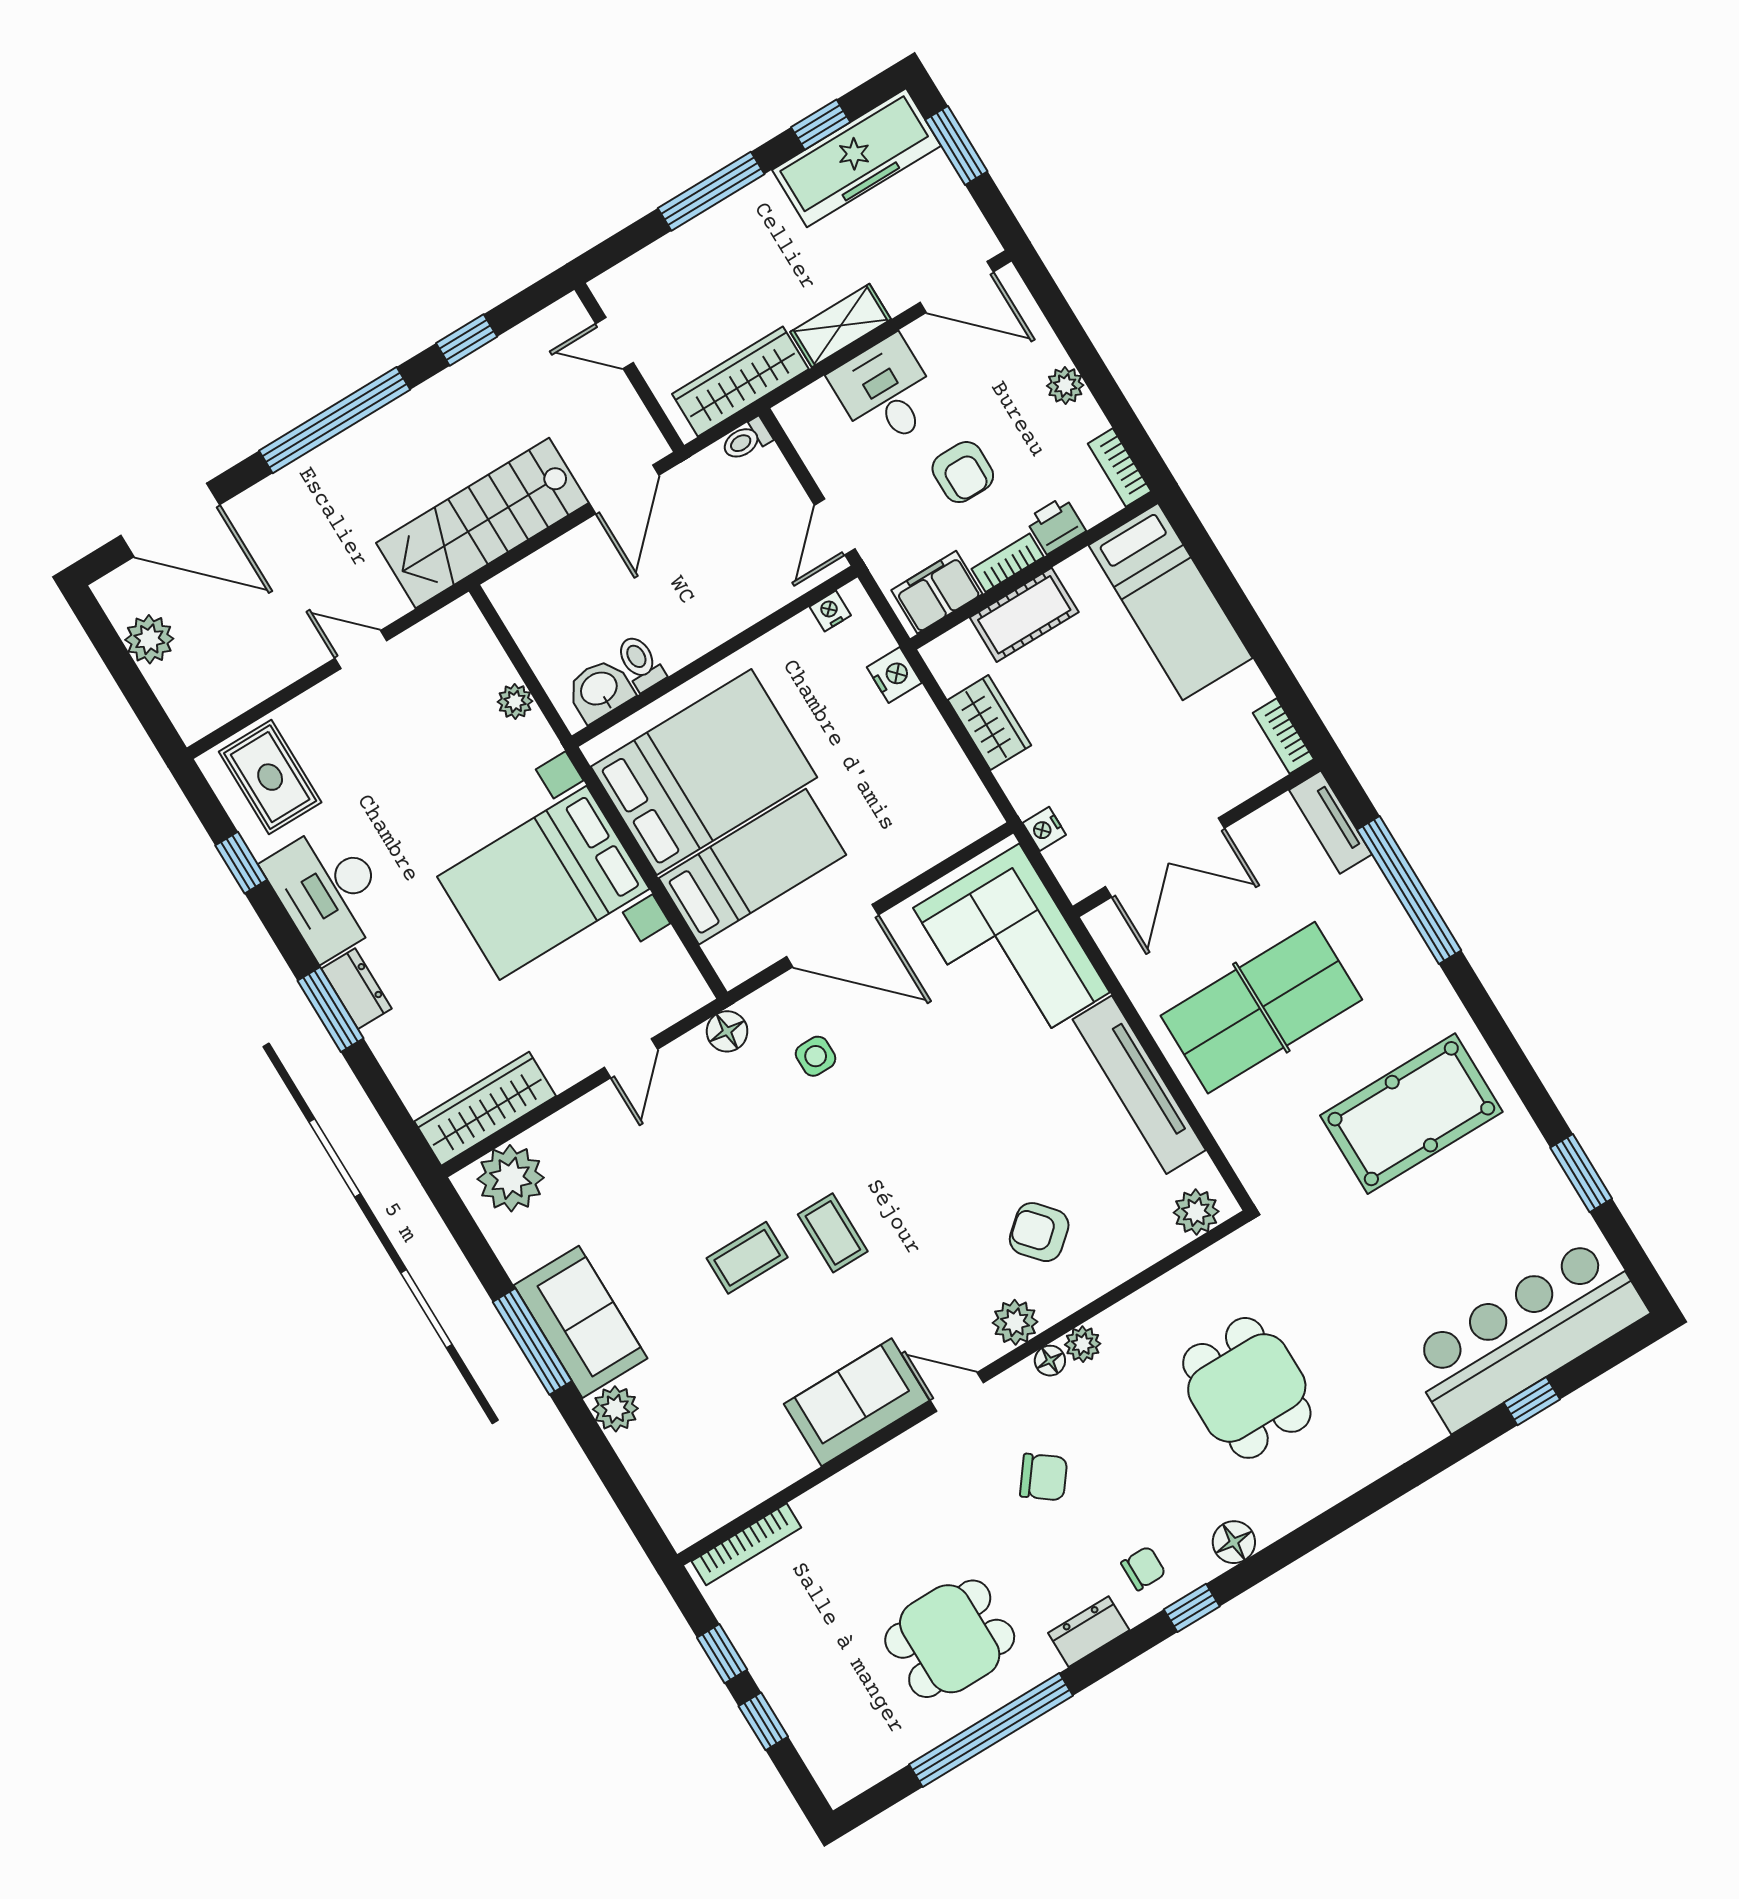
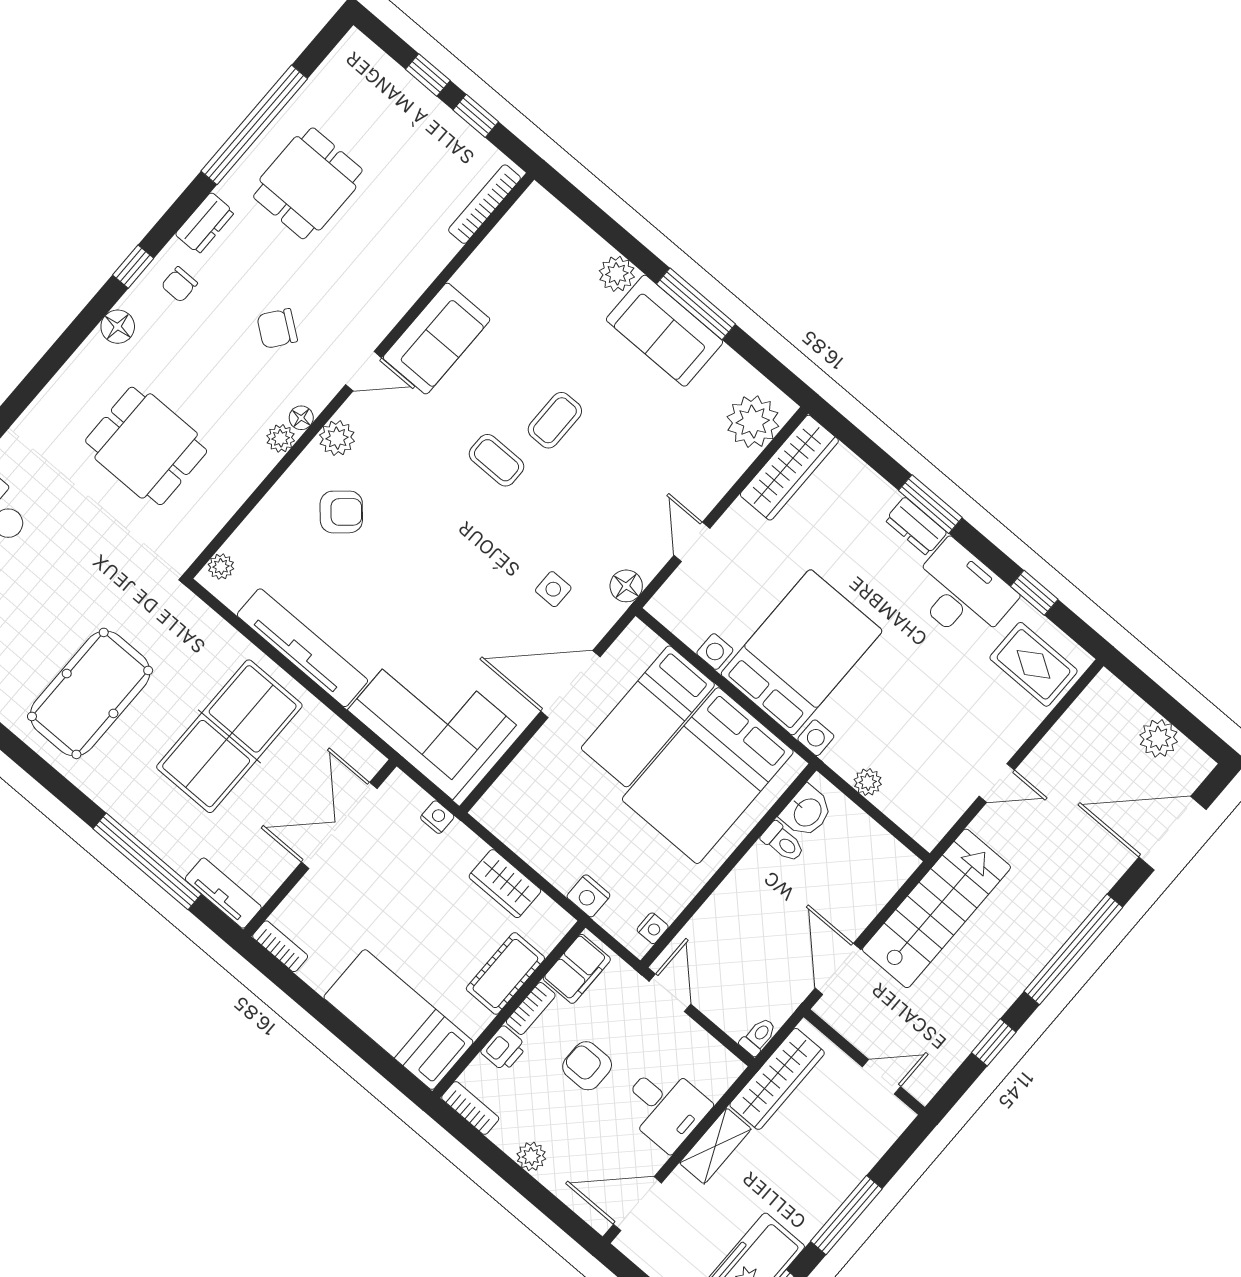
plant: (1196, 1212) -> (221, 567), width x0.73, depth x0.73

